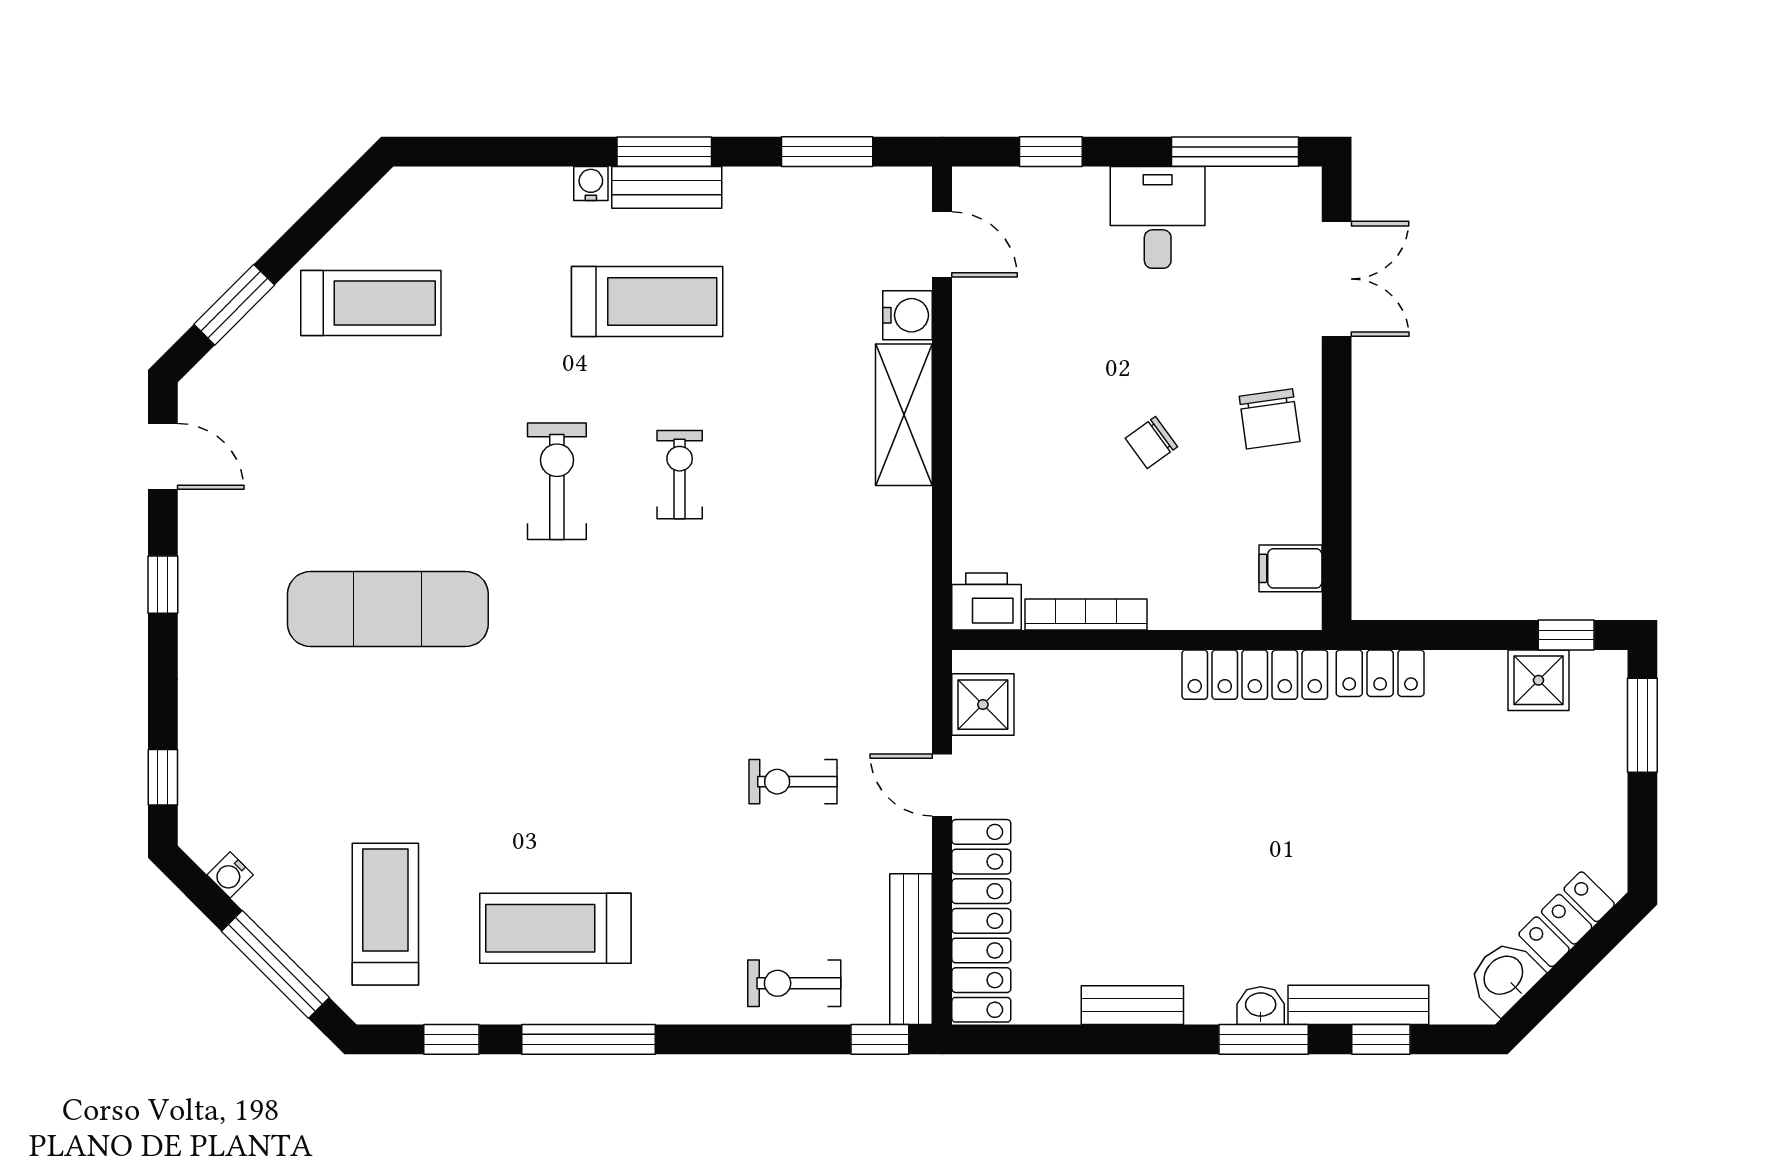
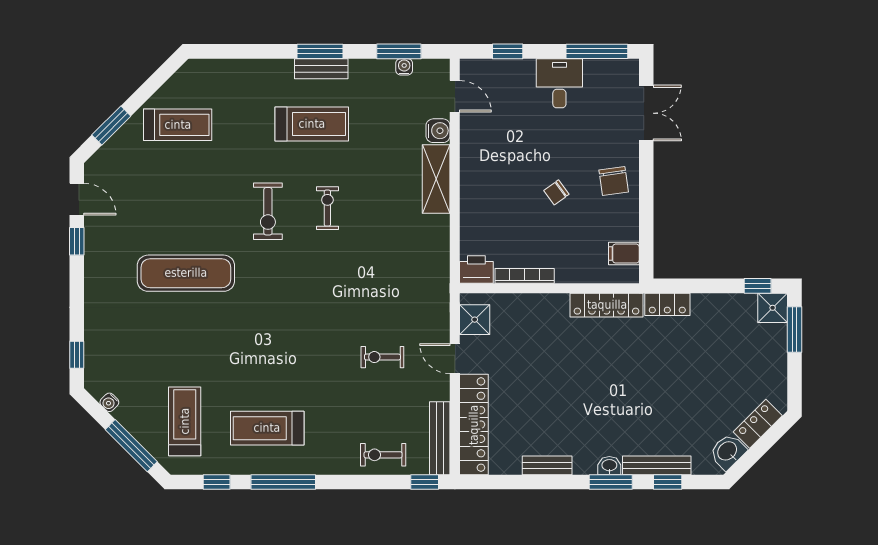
water cooler: (591, 184) -> (404, 67), moved
exercise bike: (557, 481) -> (268, 211), turned 180
window: (163, 585) -> (77, 241), moved
shower: (1538, 680) -> (773, 308), moved

